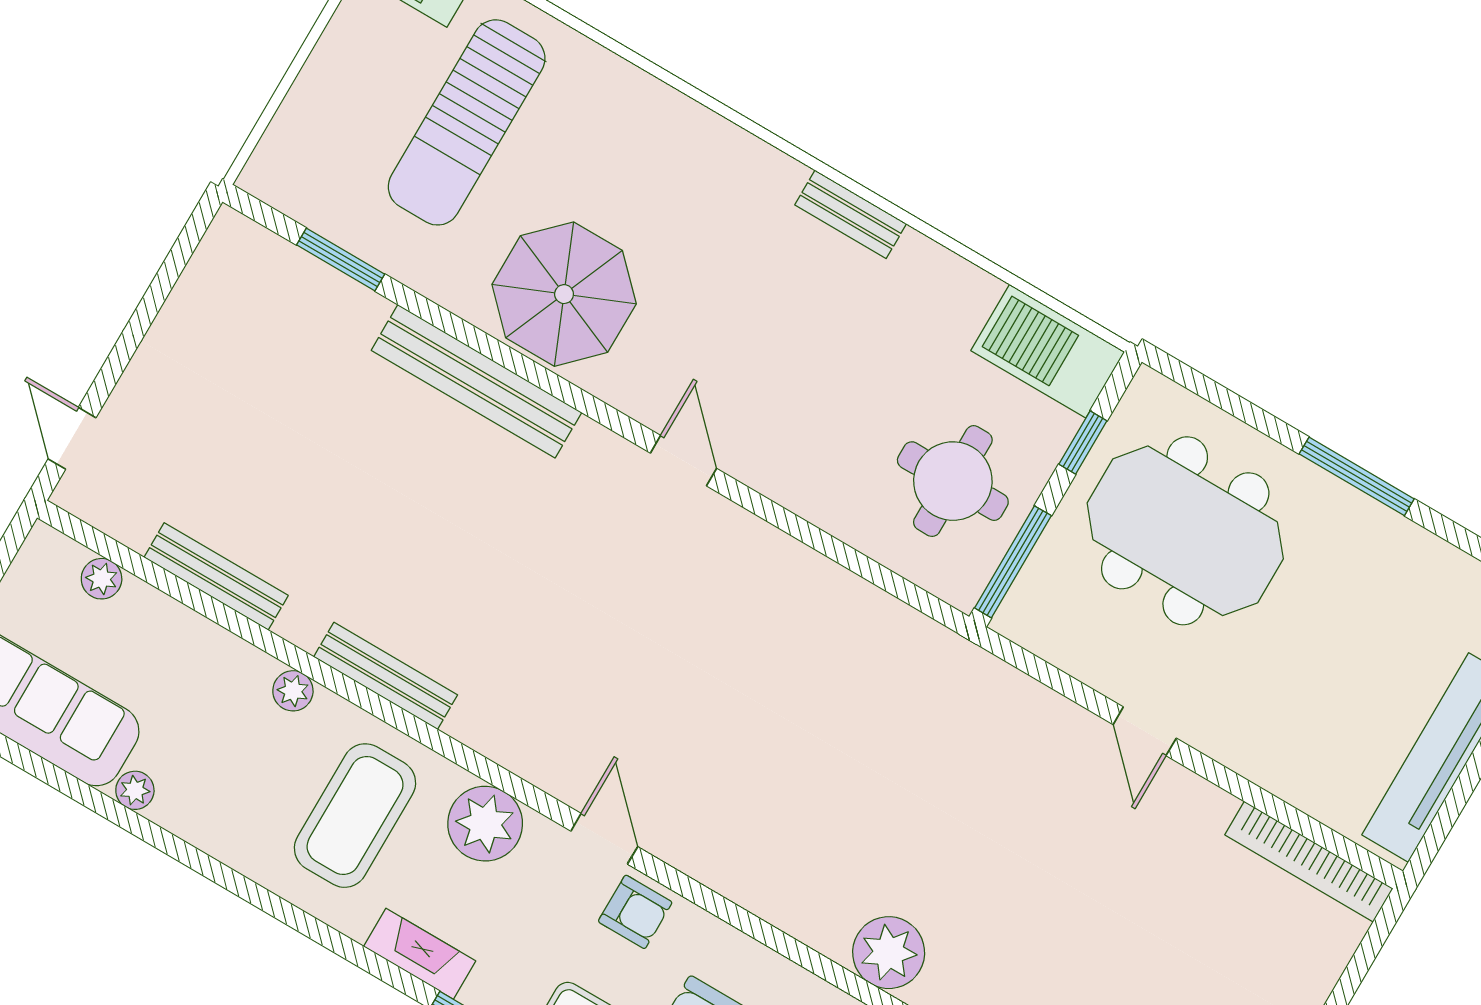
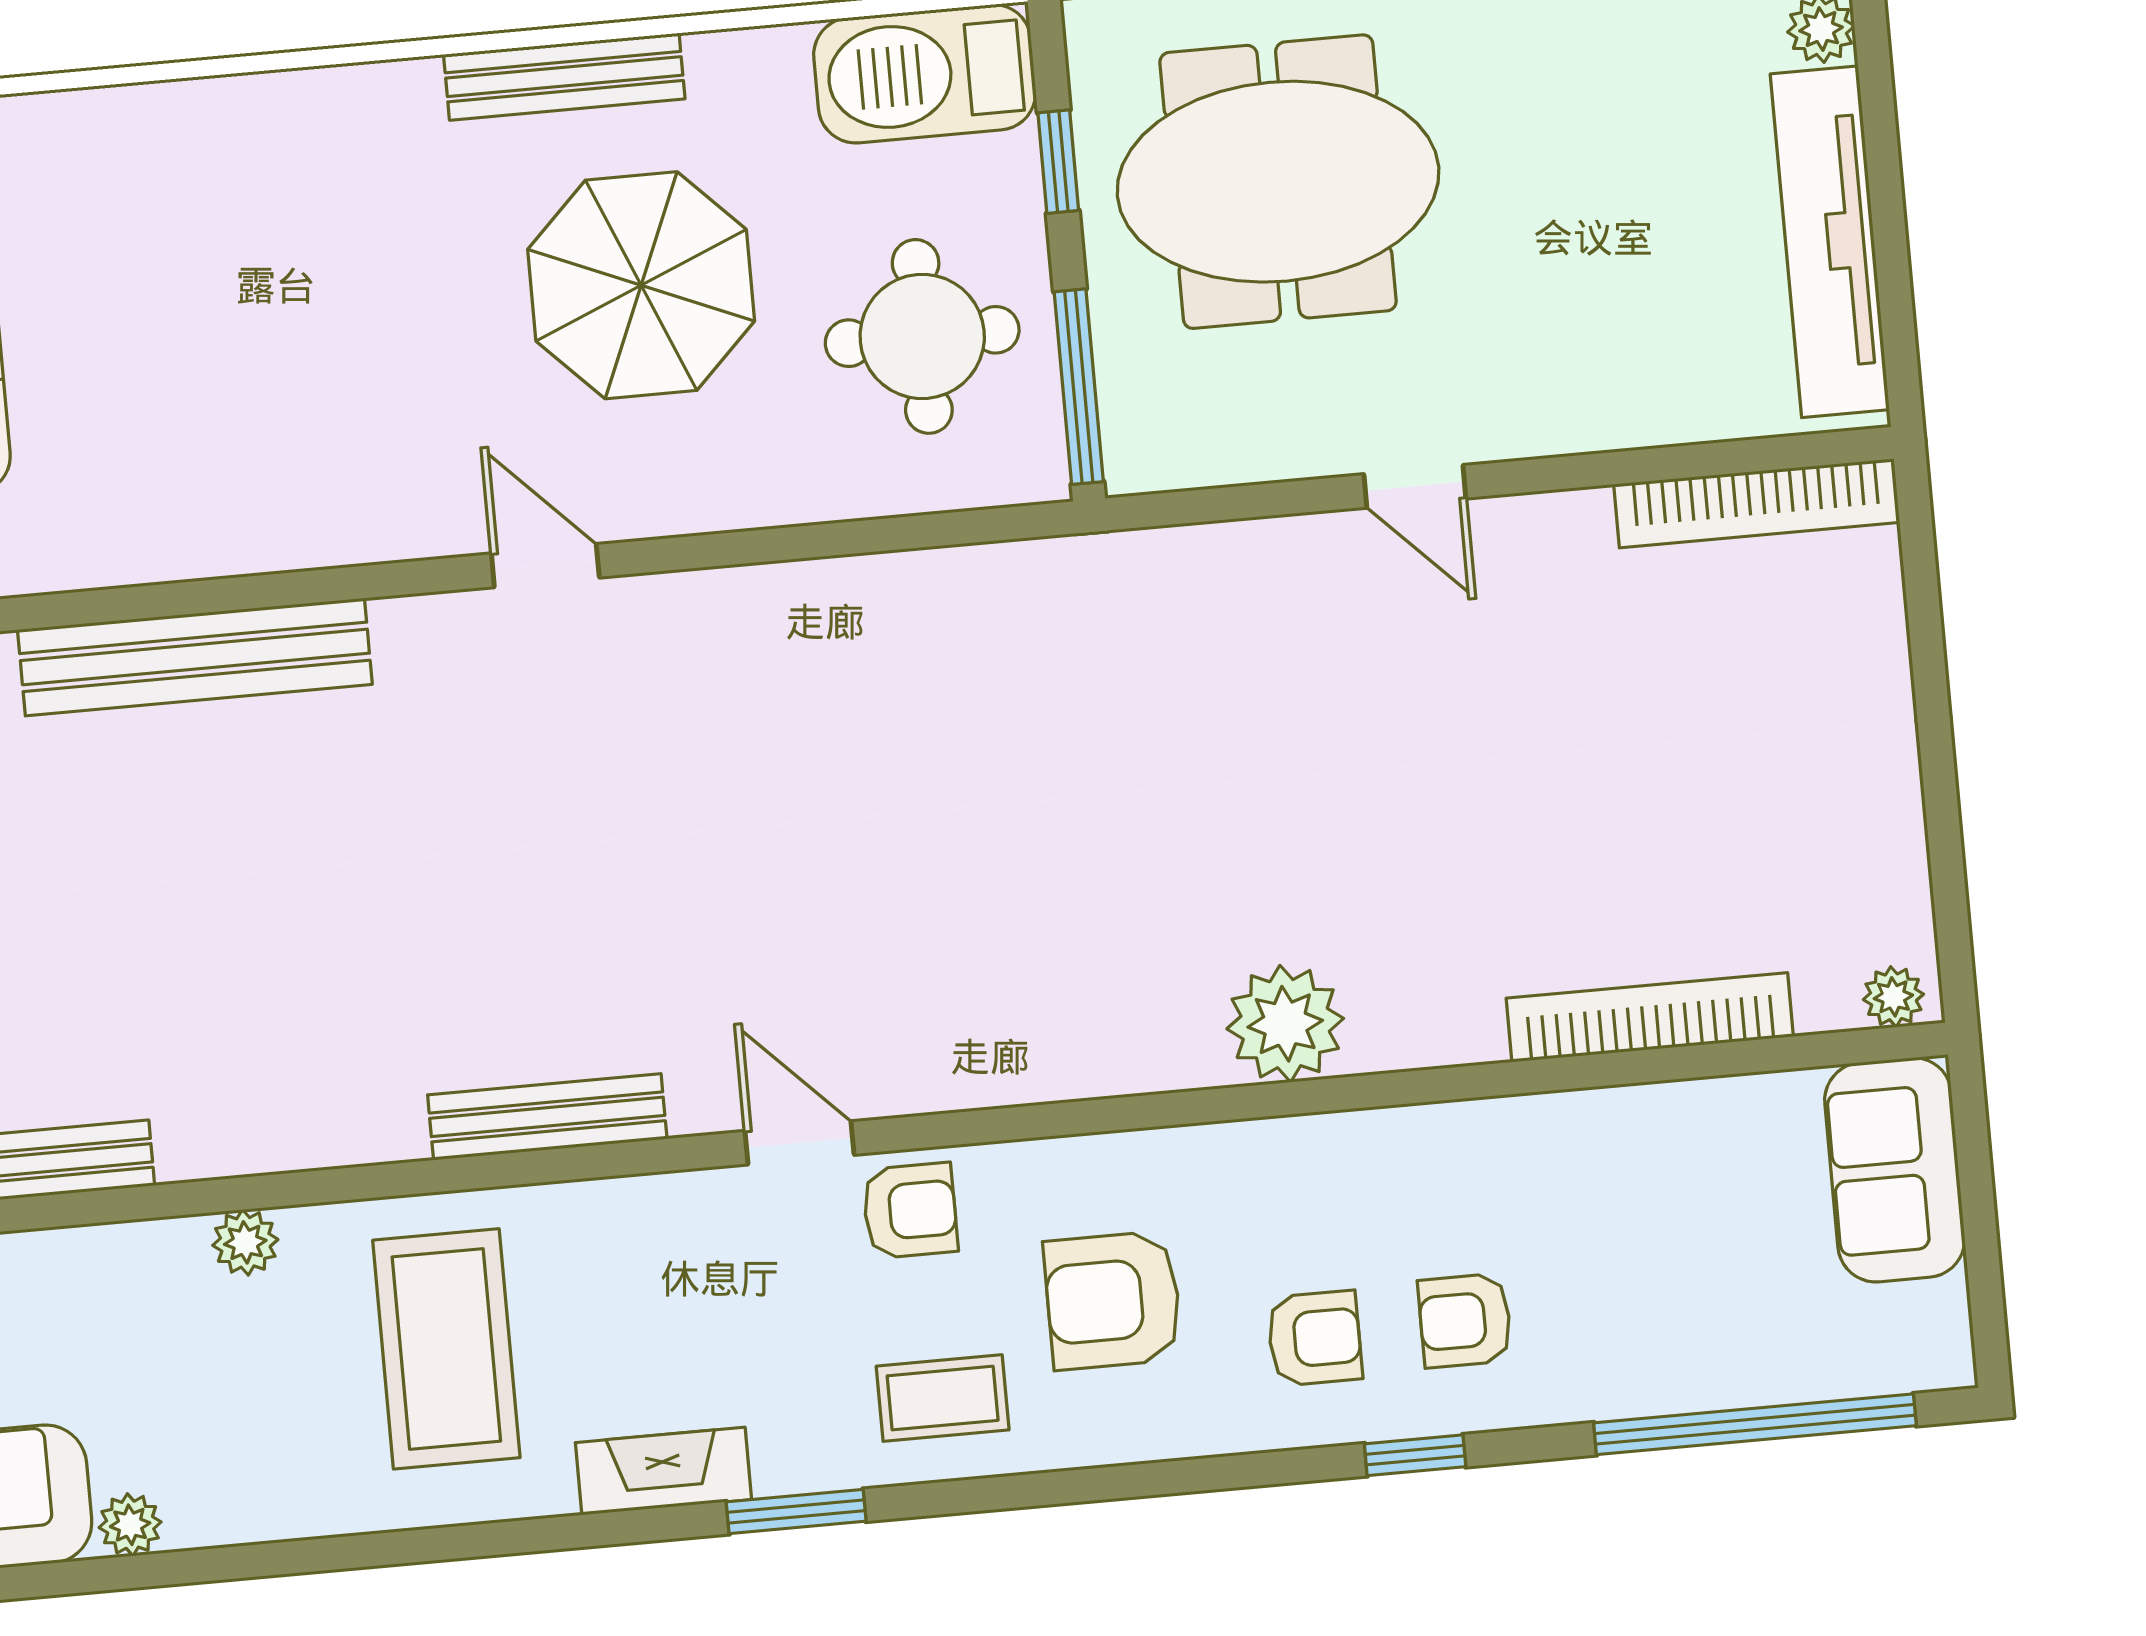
bench: (851, 214) -> (564, 77), width x1.36
parasol: (564, 294) -> (641, 285), moved
bench: (386, 676) -> (547, 1117), moved
plant: (485, 824) -> (627, 1236), removed

